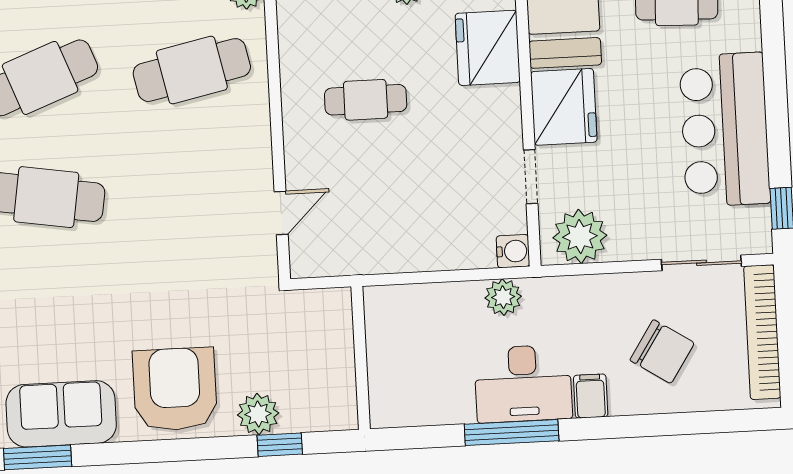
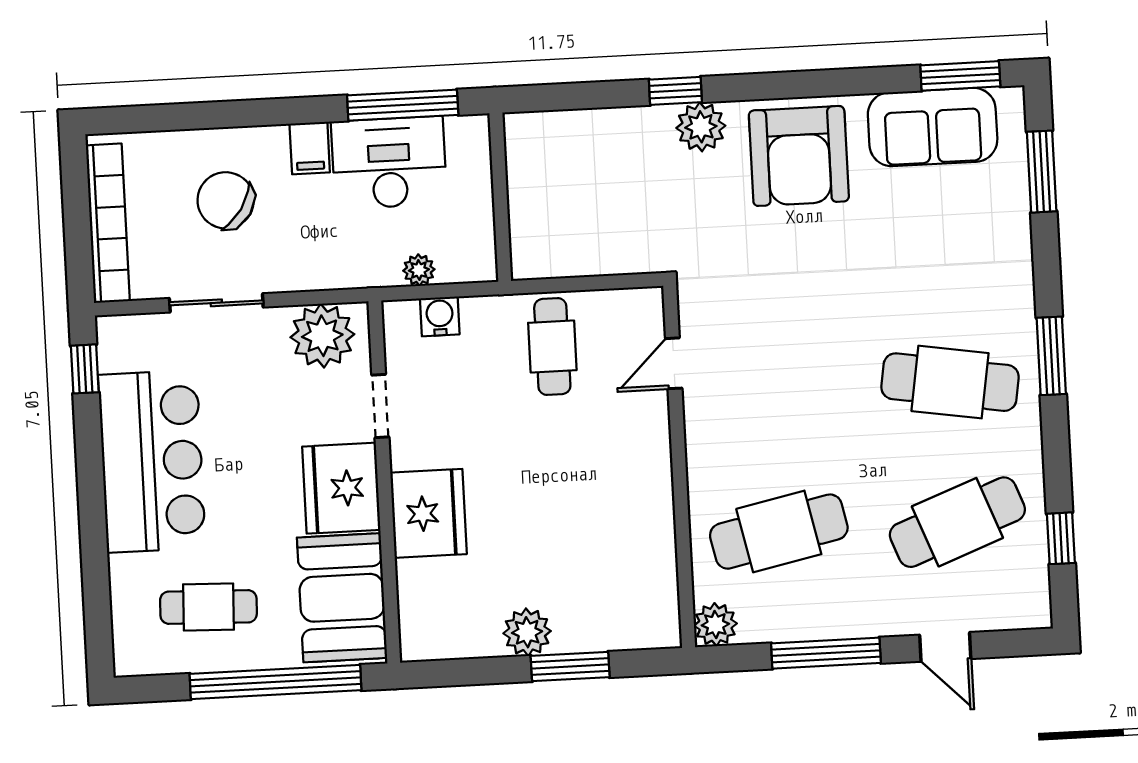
fridge: (488, 48) -> (428, 513), moved
cafe table: (366, 100) -> (552, 346), moved, turned 90
water cooler: (513, 251) -> (440, 316), moved, turned 90
sliding door: (701, 263) -> (216, 303), moved
plant: (503, 297) -> (419, 270), width x0.73, depth x0.73
wall: (361, 358) -> (500, 197), moved

